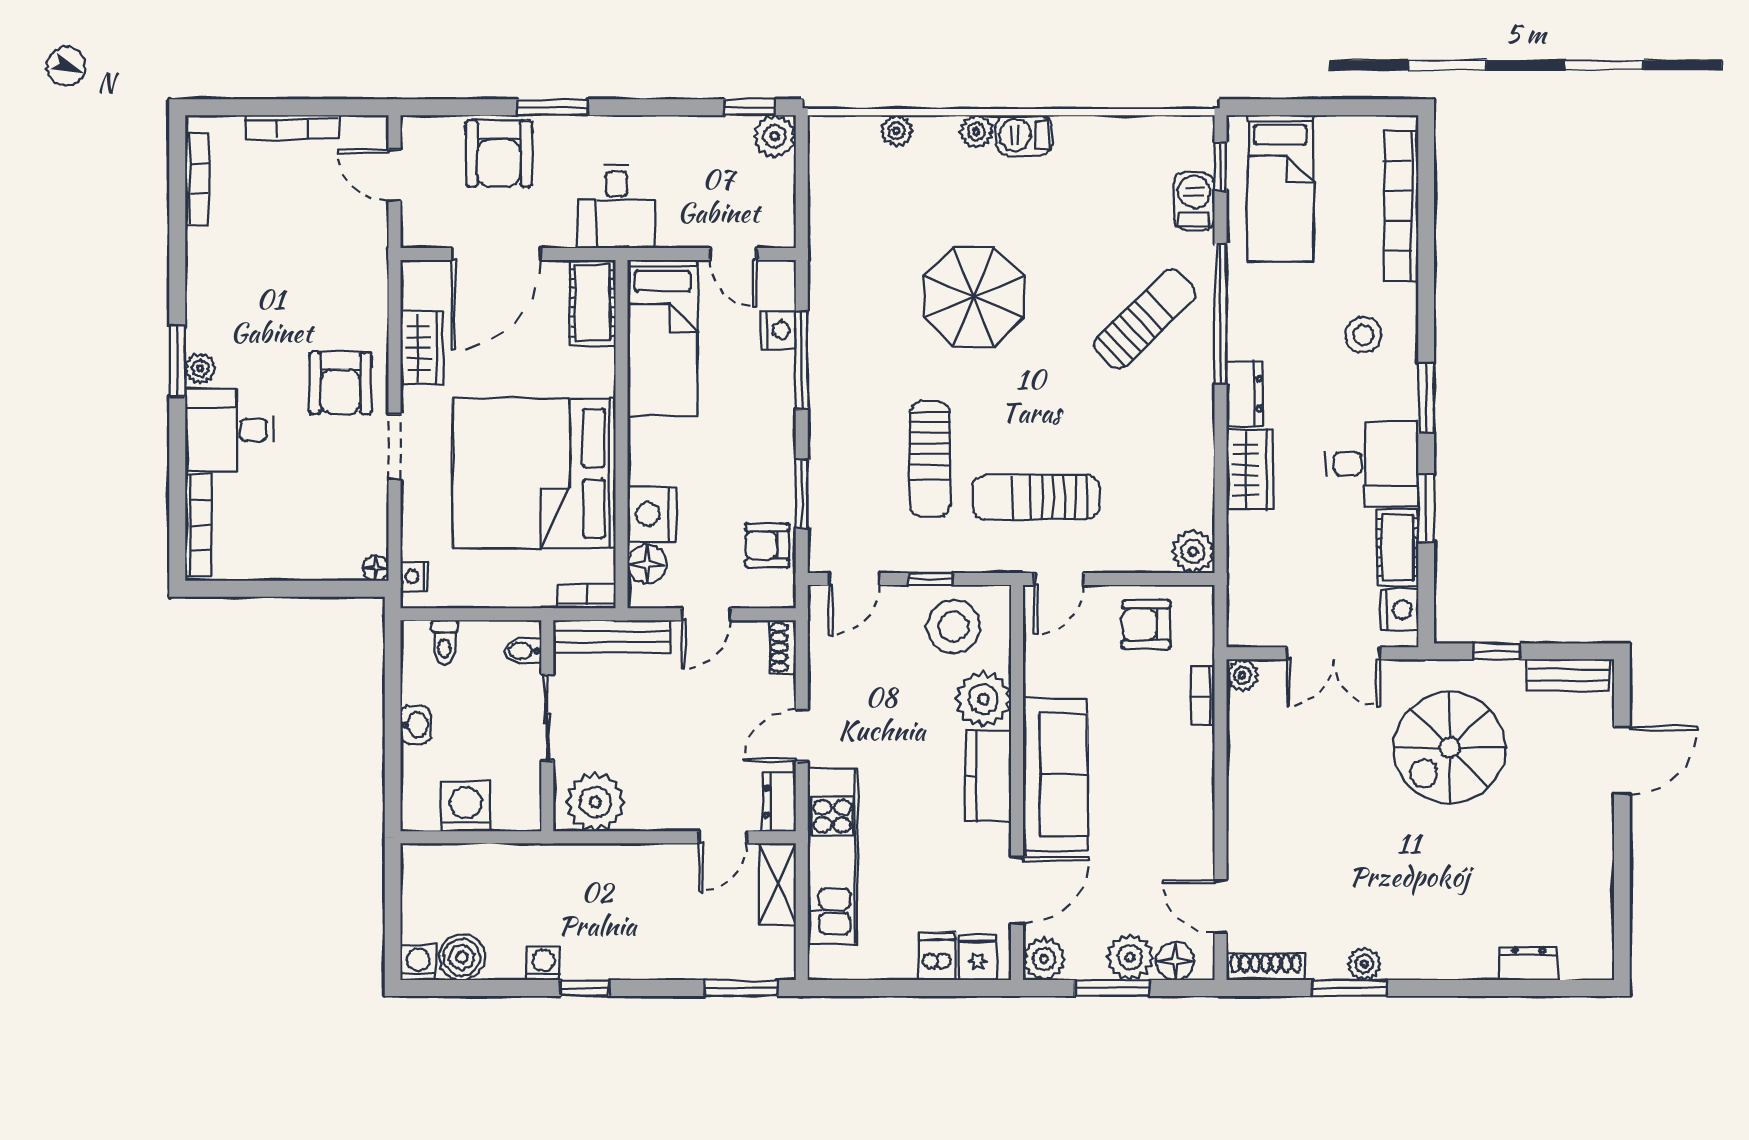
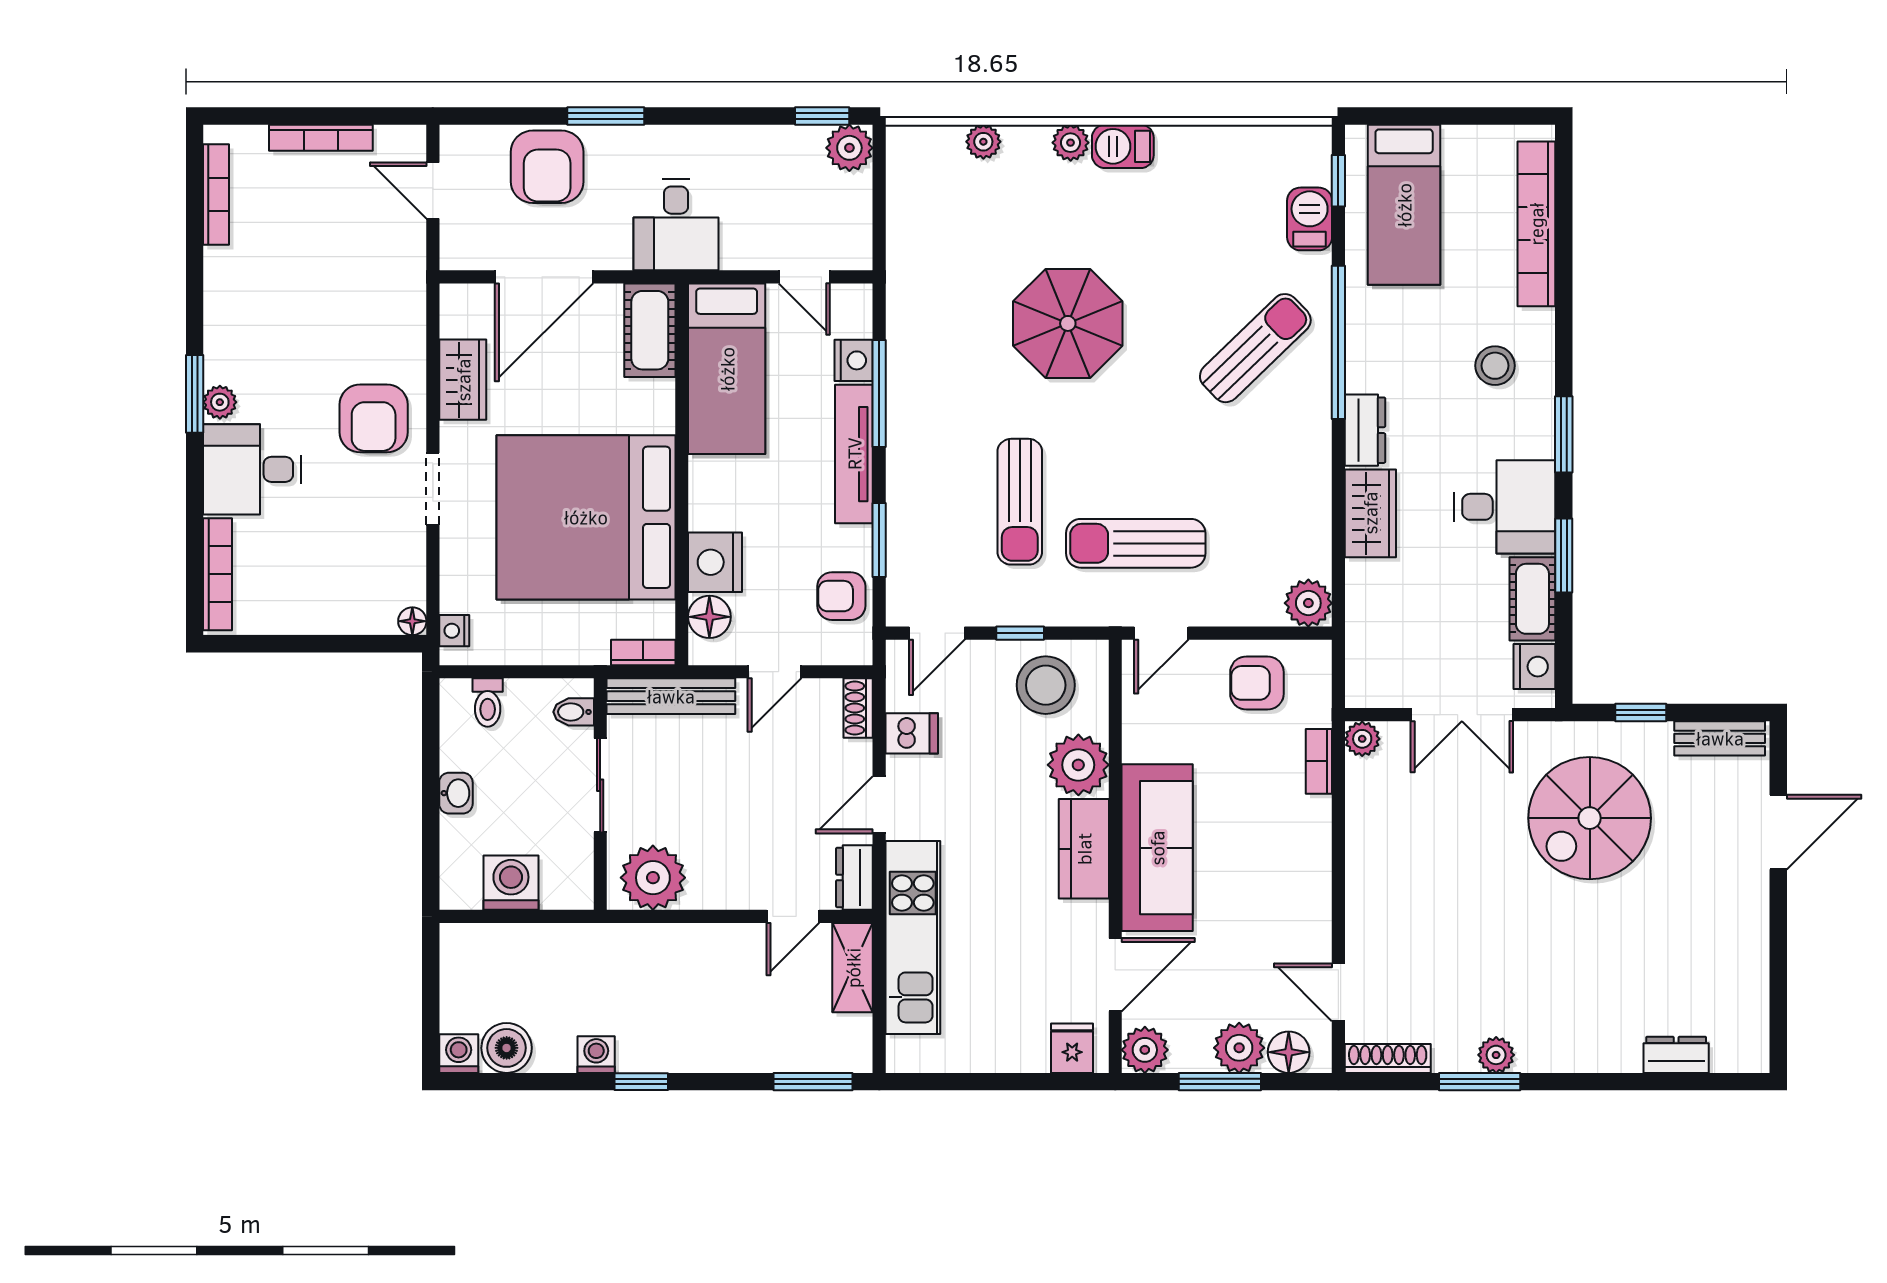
tv unit: (779, 416) -> (854, 454), added
dishwasher: (937, 956) -> (912, 733), moved, turned 90

